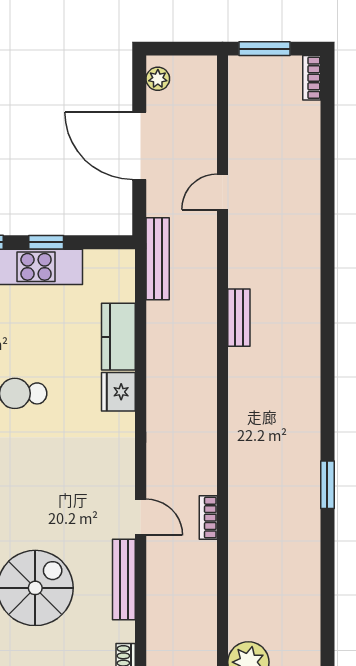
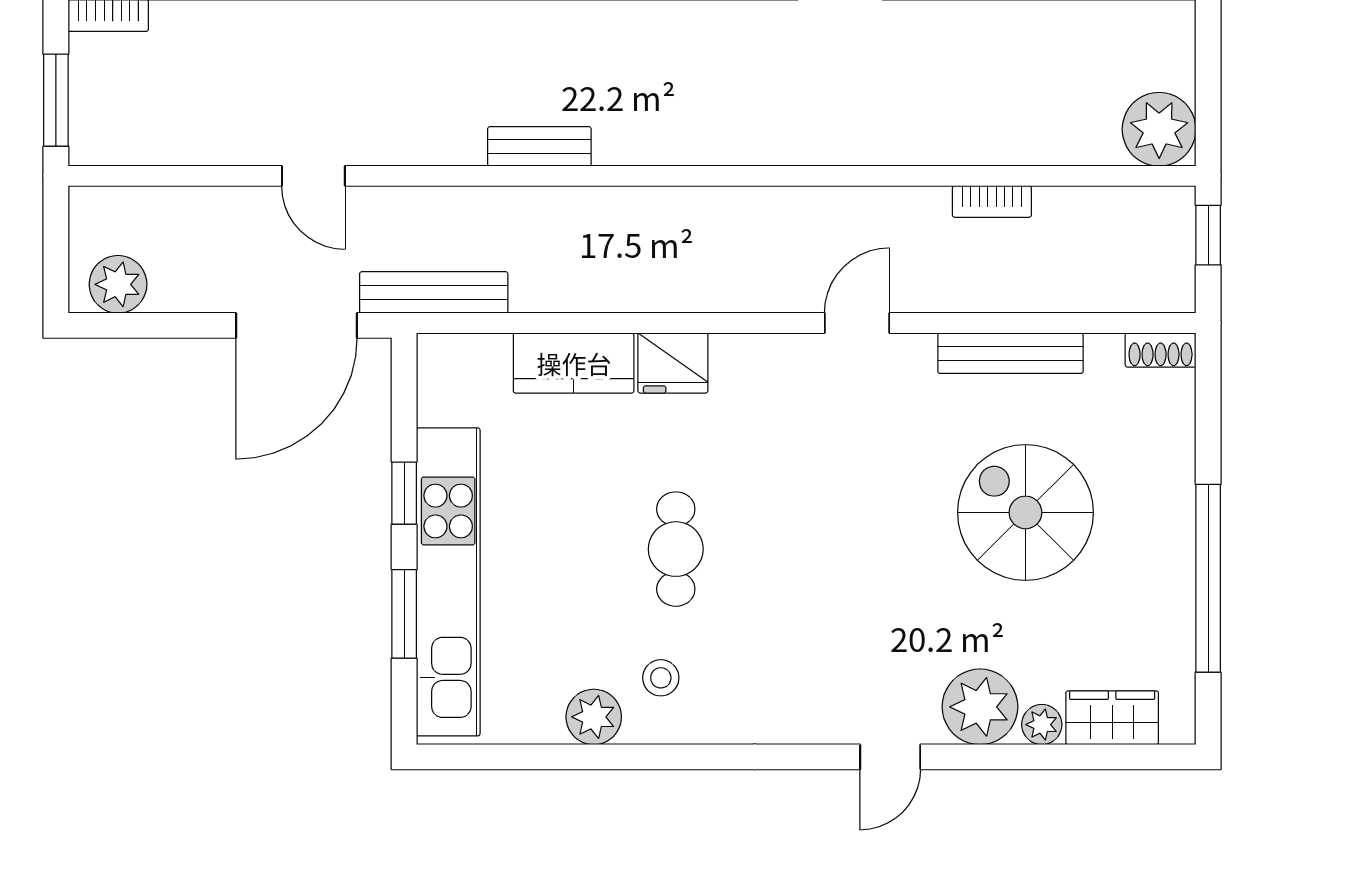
plant: (158, 79) -> (118, 284), width x1.38, depth x1.38
door: (139, 146) -> (297, 325), moved
door: (141, 517) -> (857, 323), moved
bookcase: (208, 518) -> (992, 201), moved

